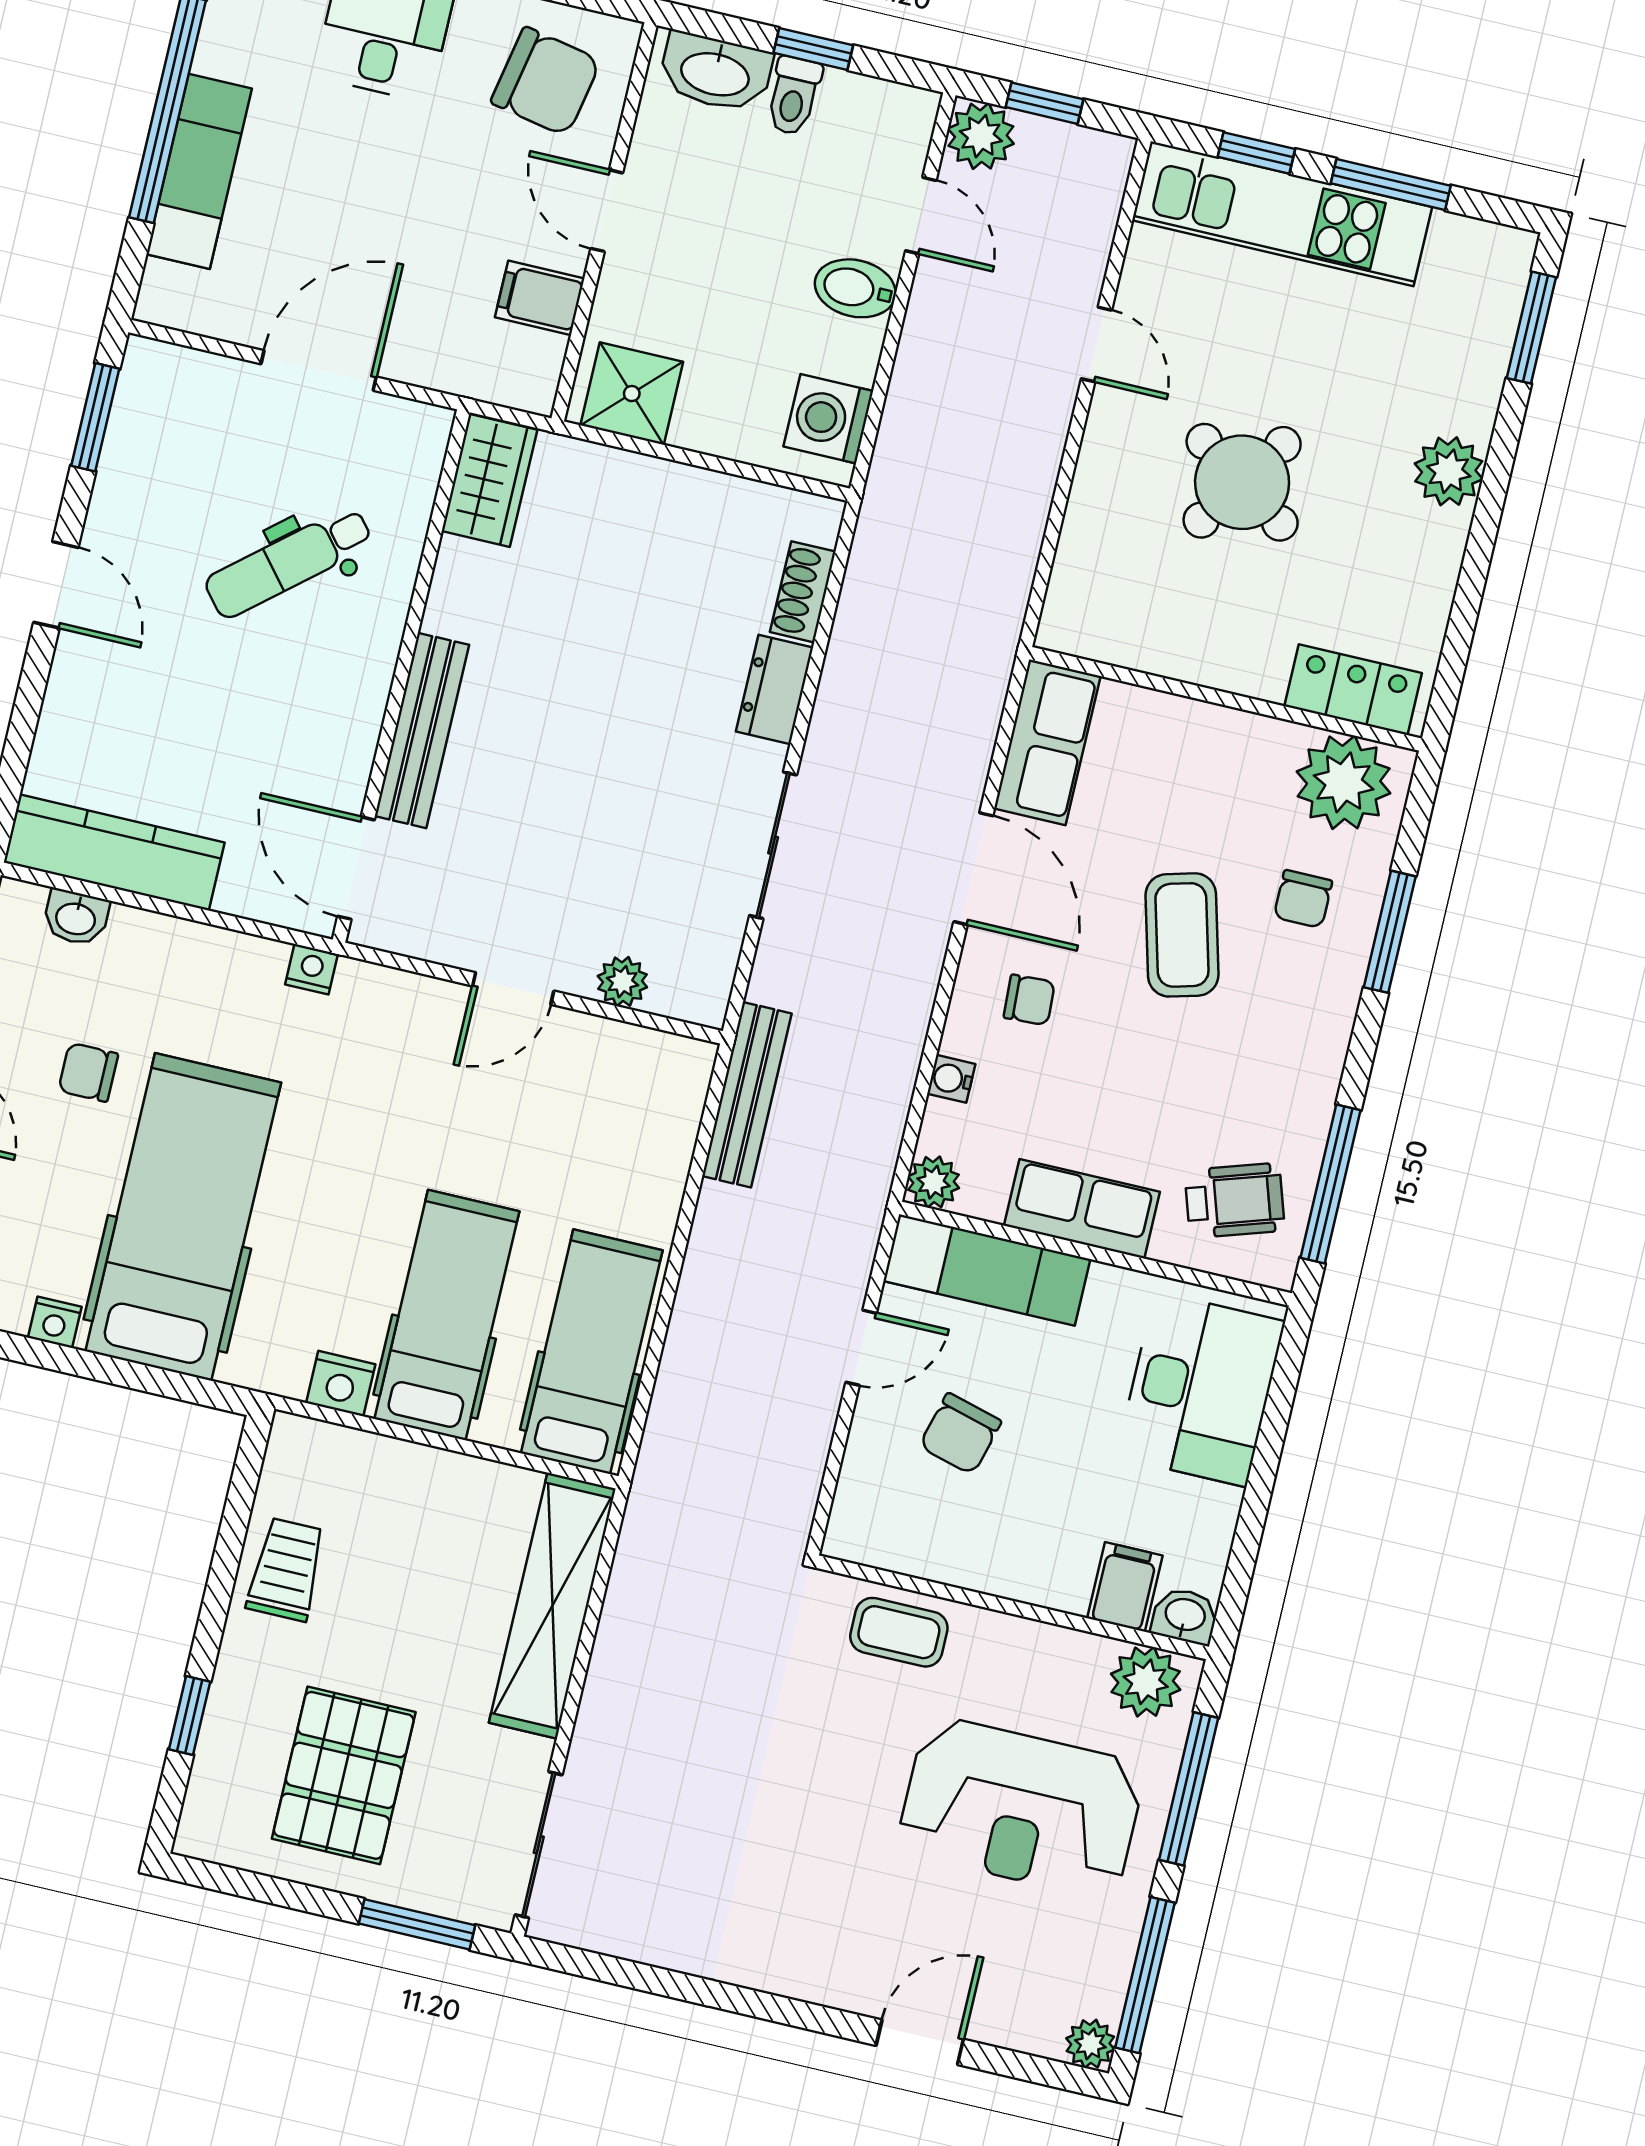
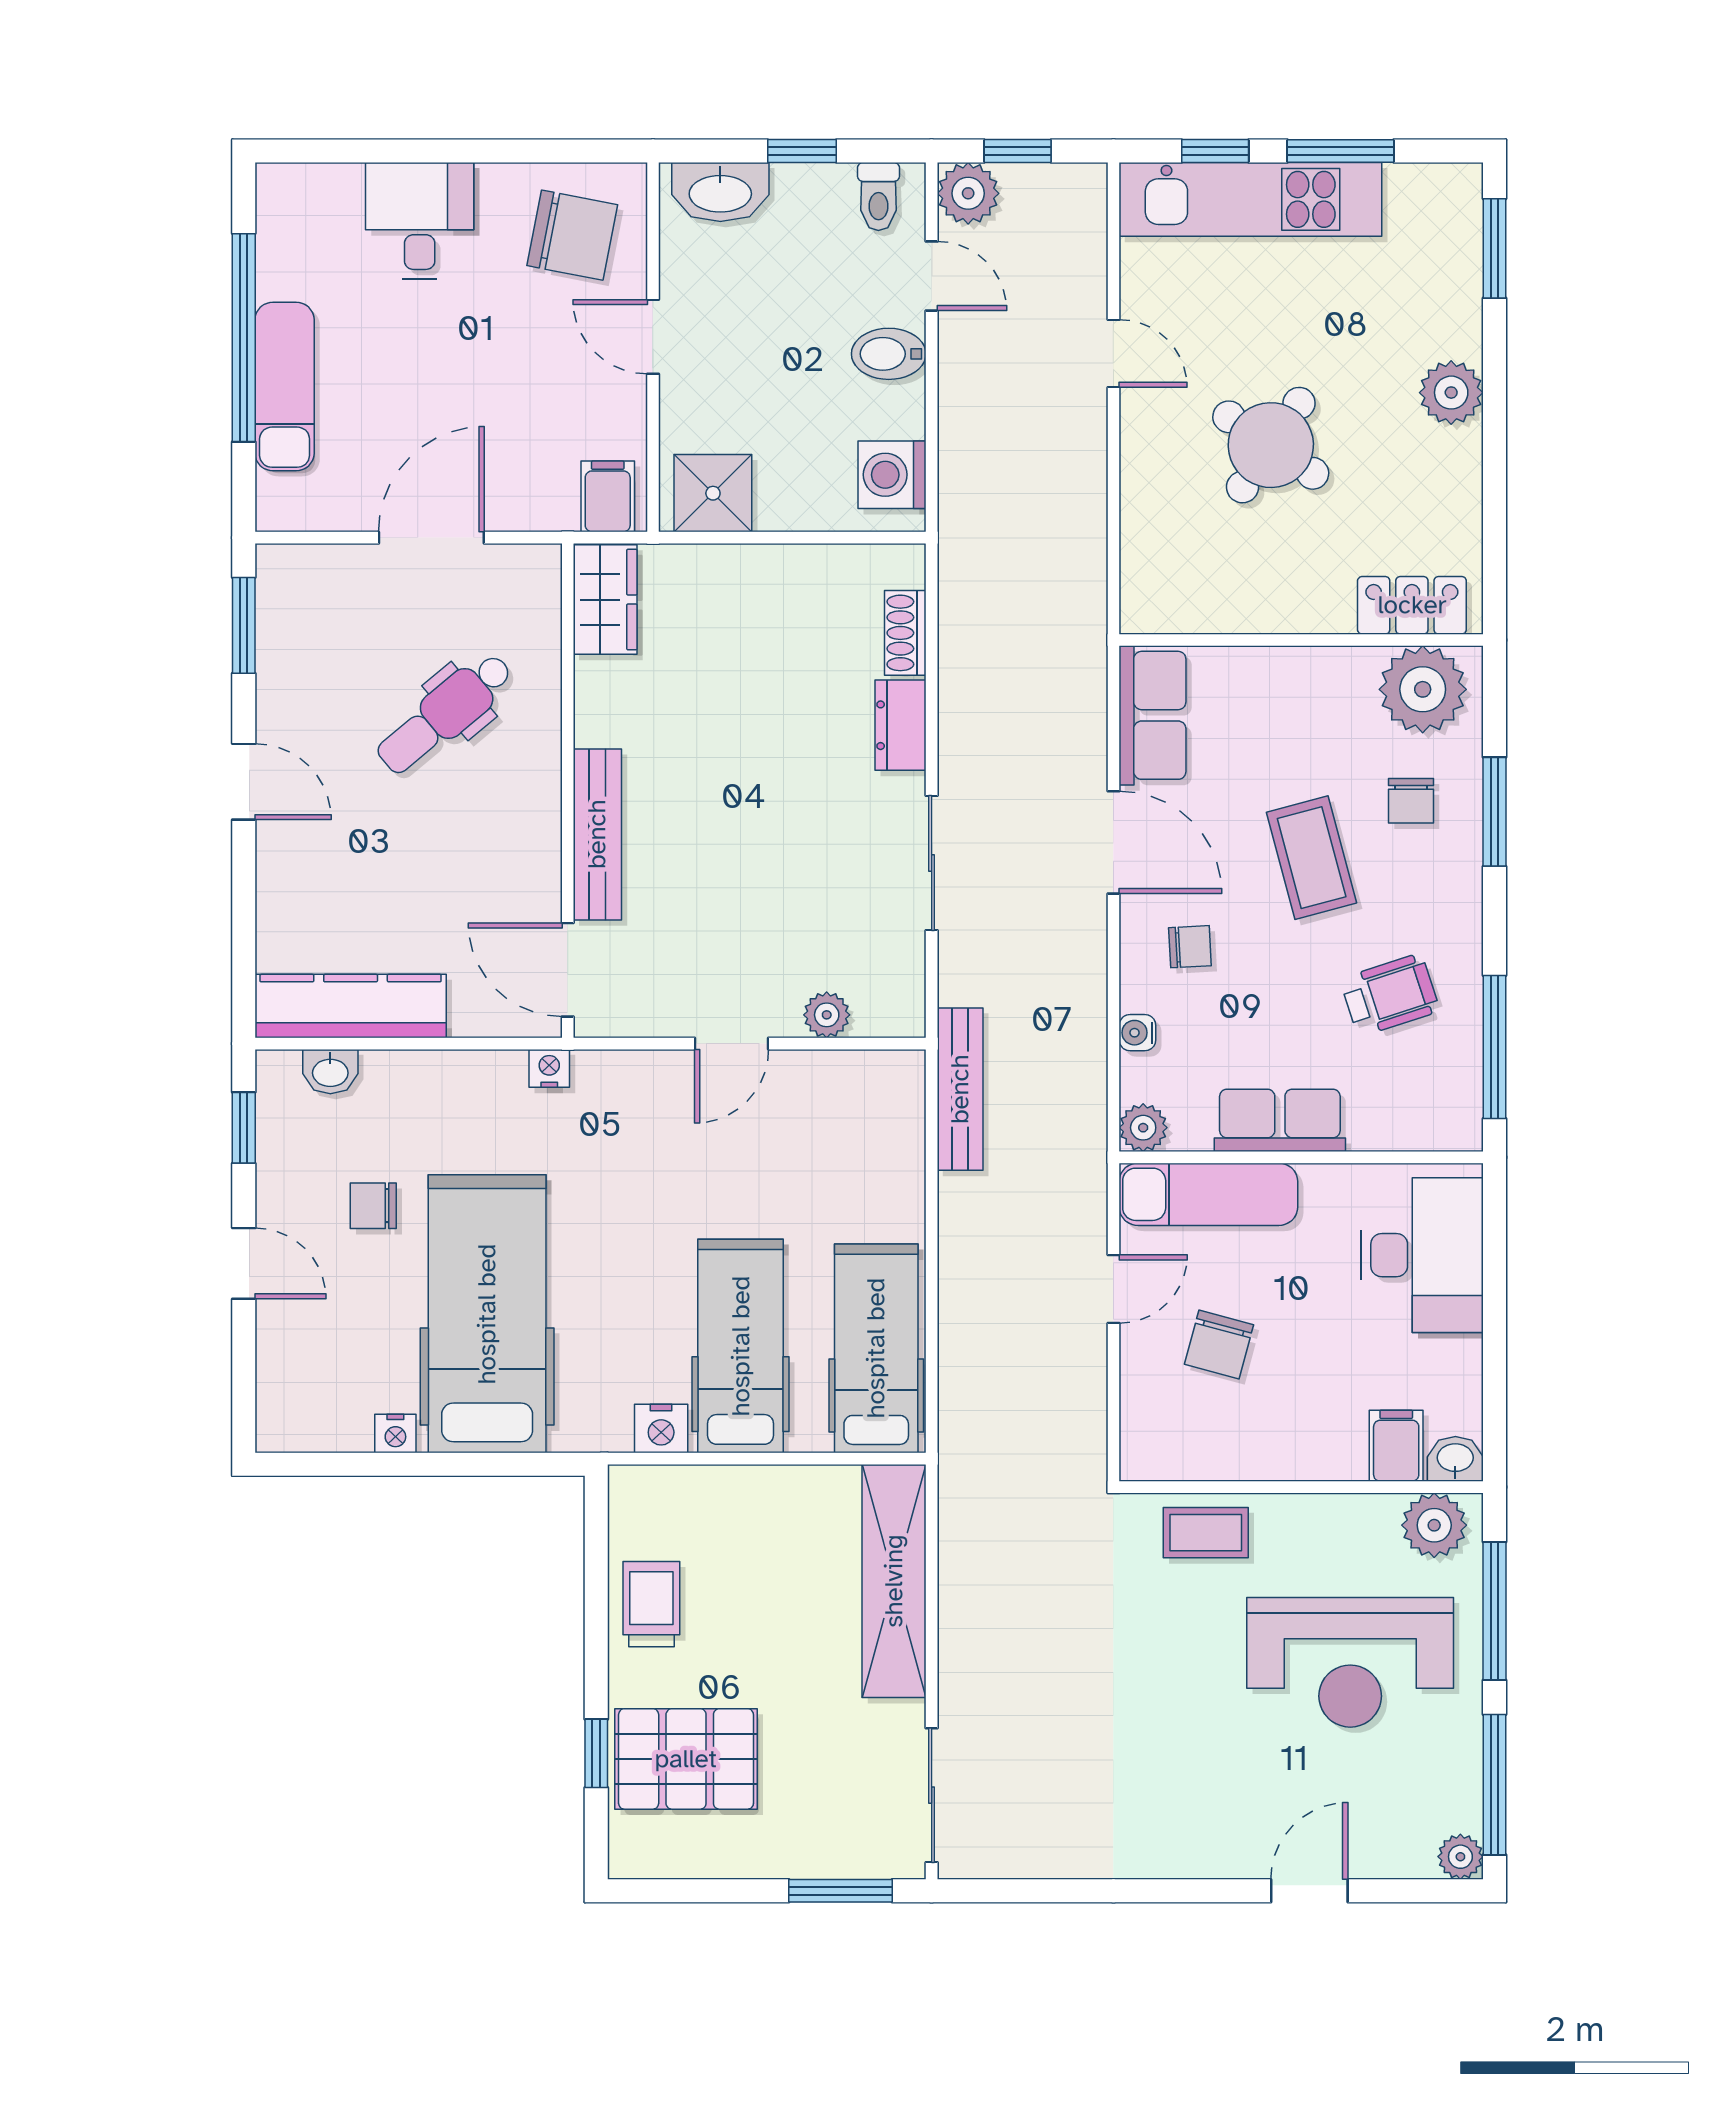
toilet: (794, 96) -> (878, 197), moved
filing cabinet: (540, 298) -> (608, 496), moved, turned 90
wheelchair: (1235, 1201) -> (1390, 995), moved
pallet: (344, 1775) -> (686, 1759), moved, turned 90

